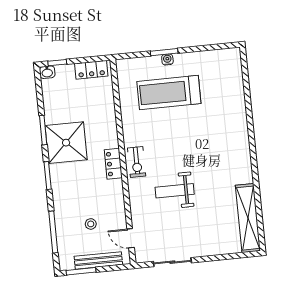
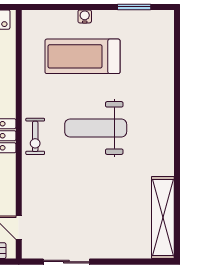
window: (164, 52) -> (134, 7), moved
weight bench: (175, 191) -> (96, 128), moved, width x1.36, depth x1.33

